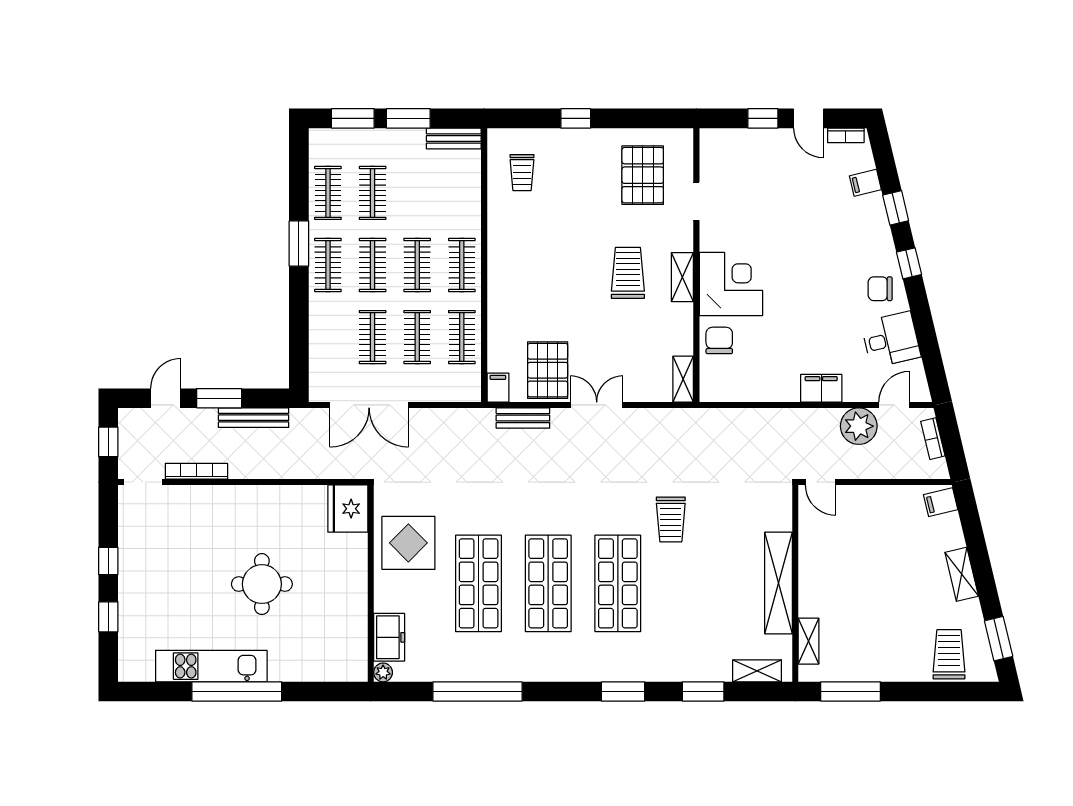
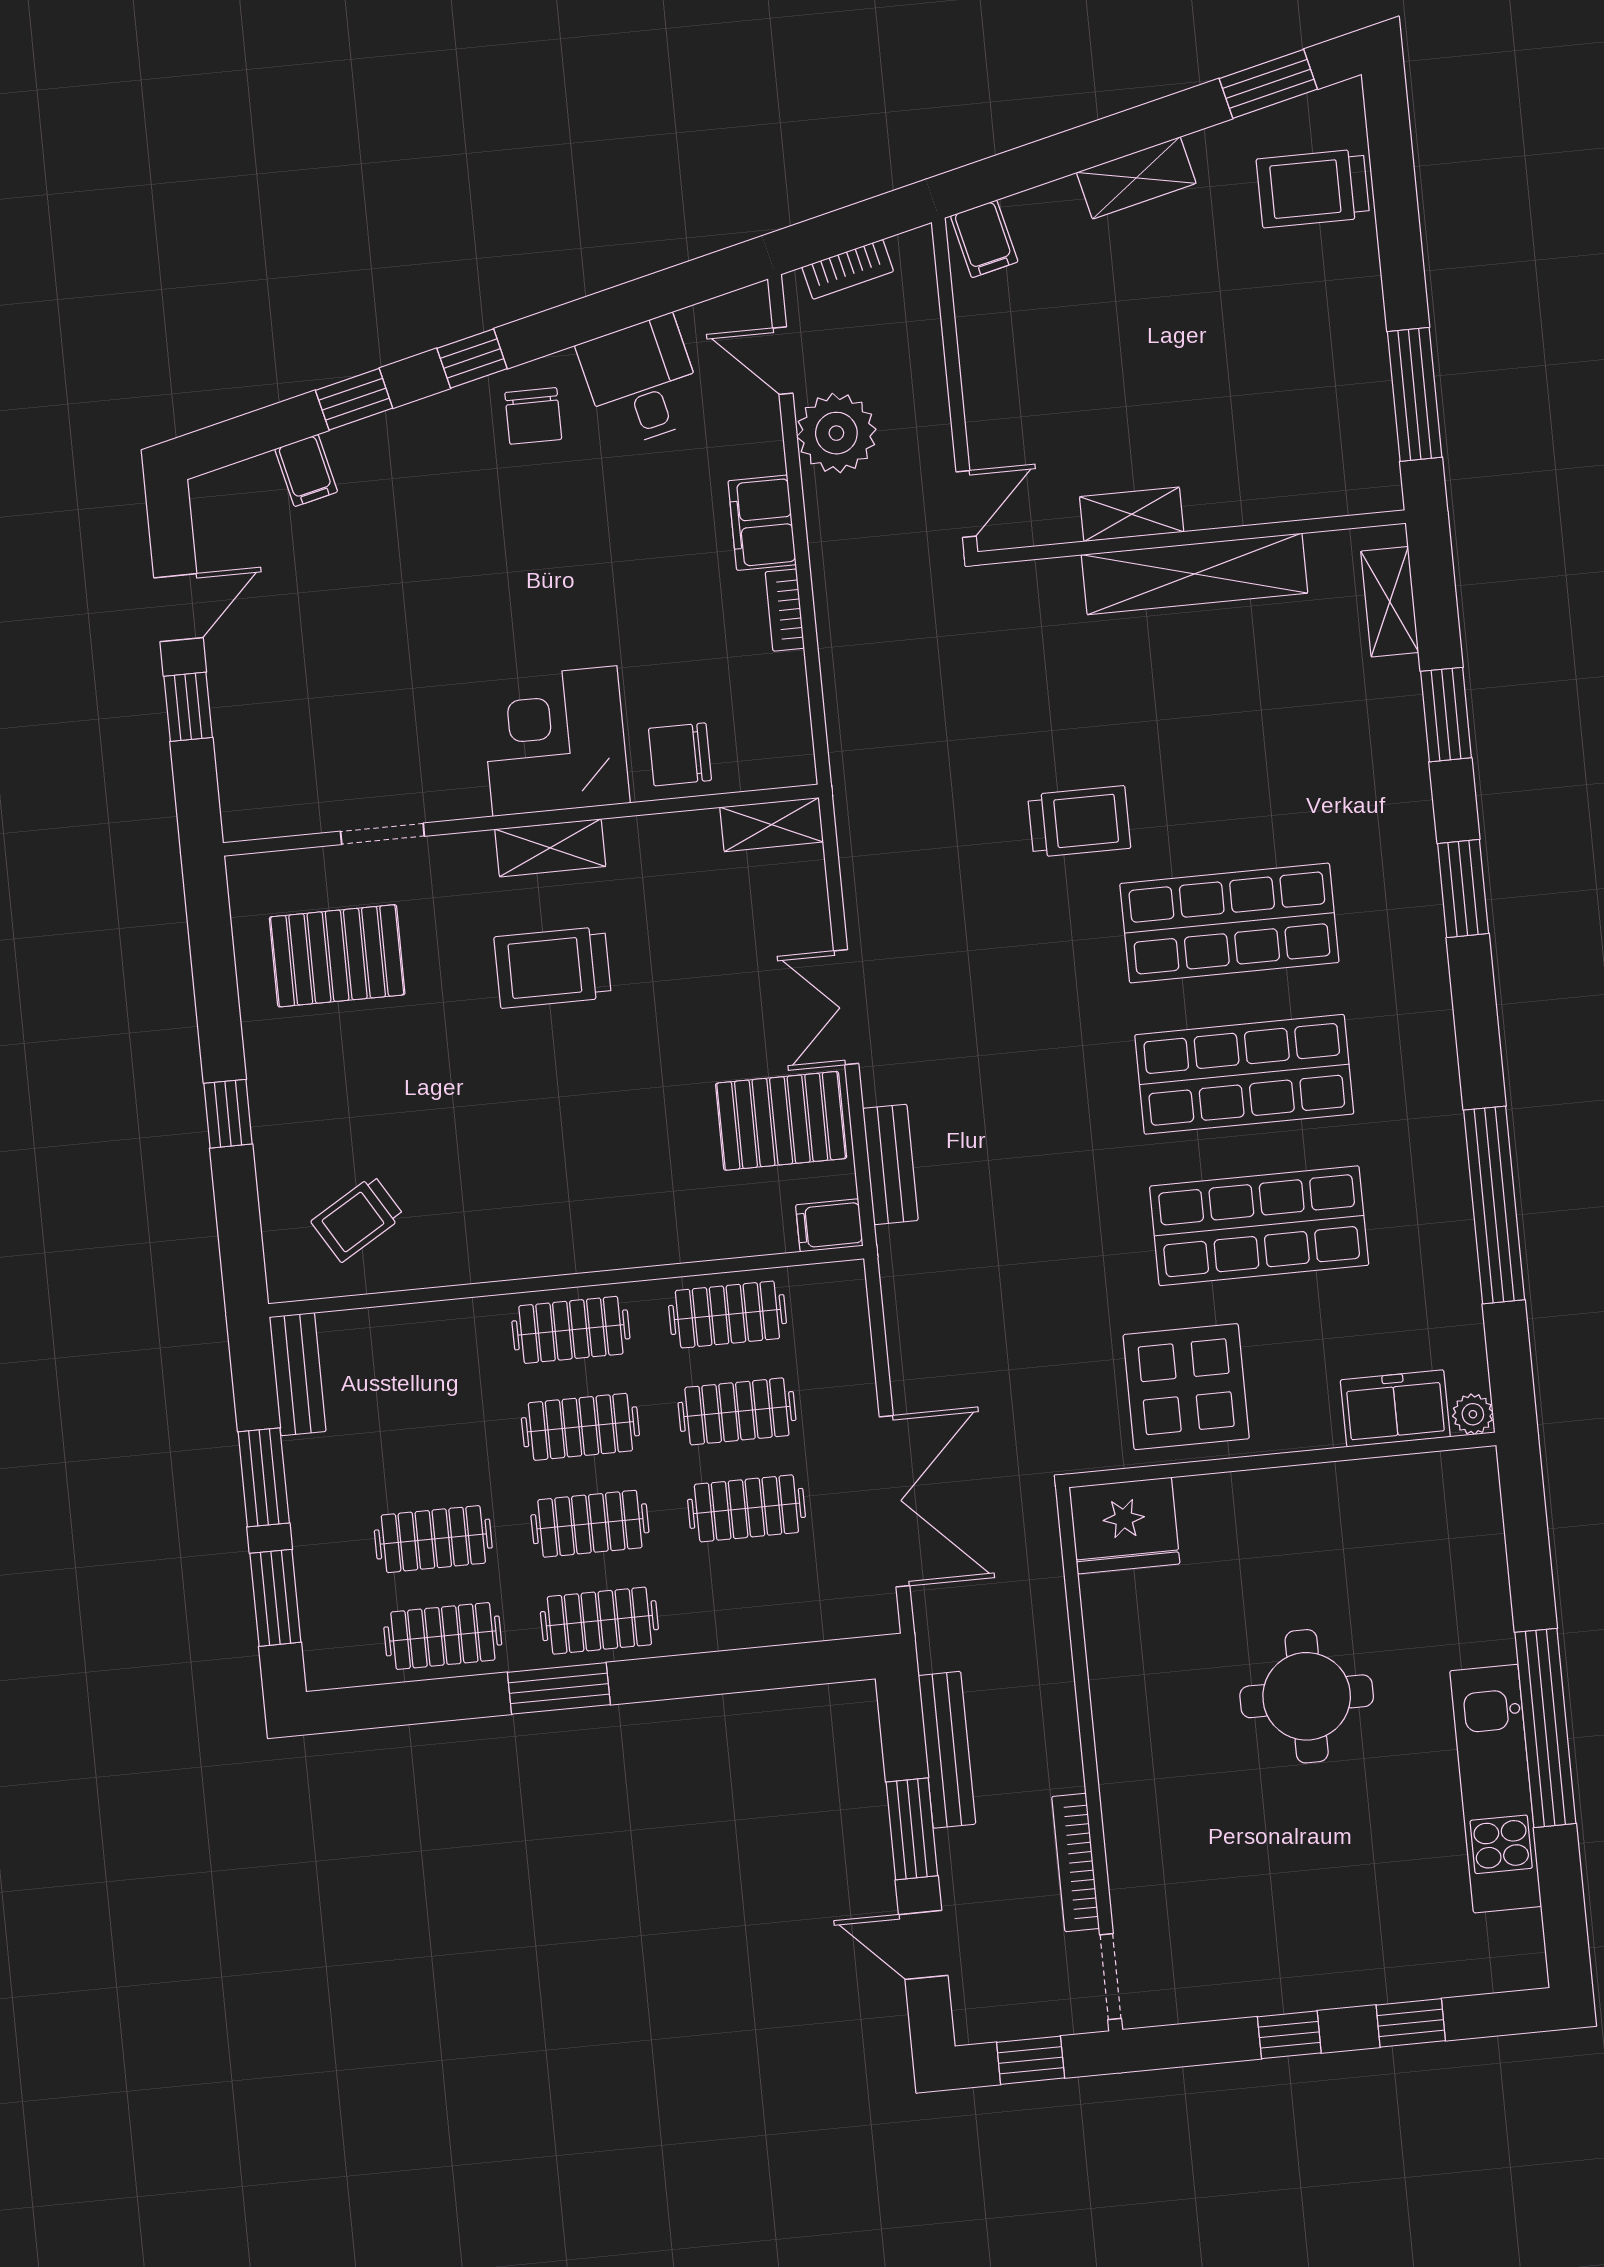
bookcase: (846, 135) -> (785, 610), moved, turned 180
trolley: (522, 173) -> (357, 1219), turned 149
shelving: (809, 641) -> (1132, 514), moved

